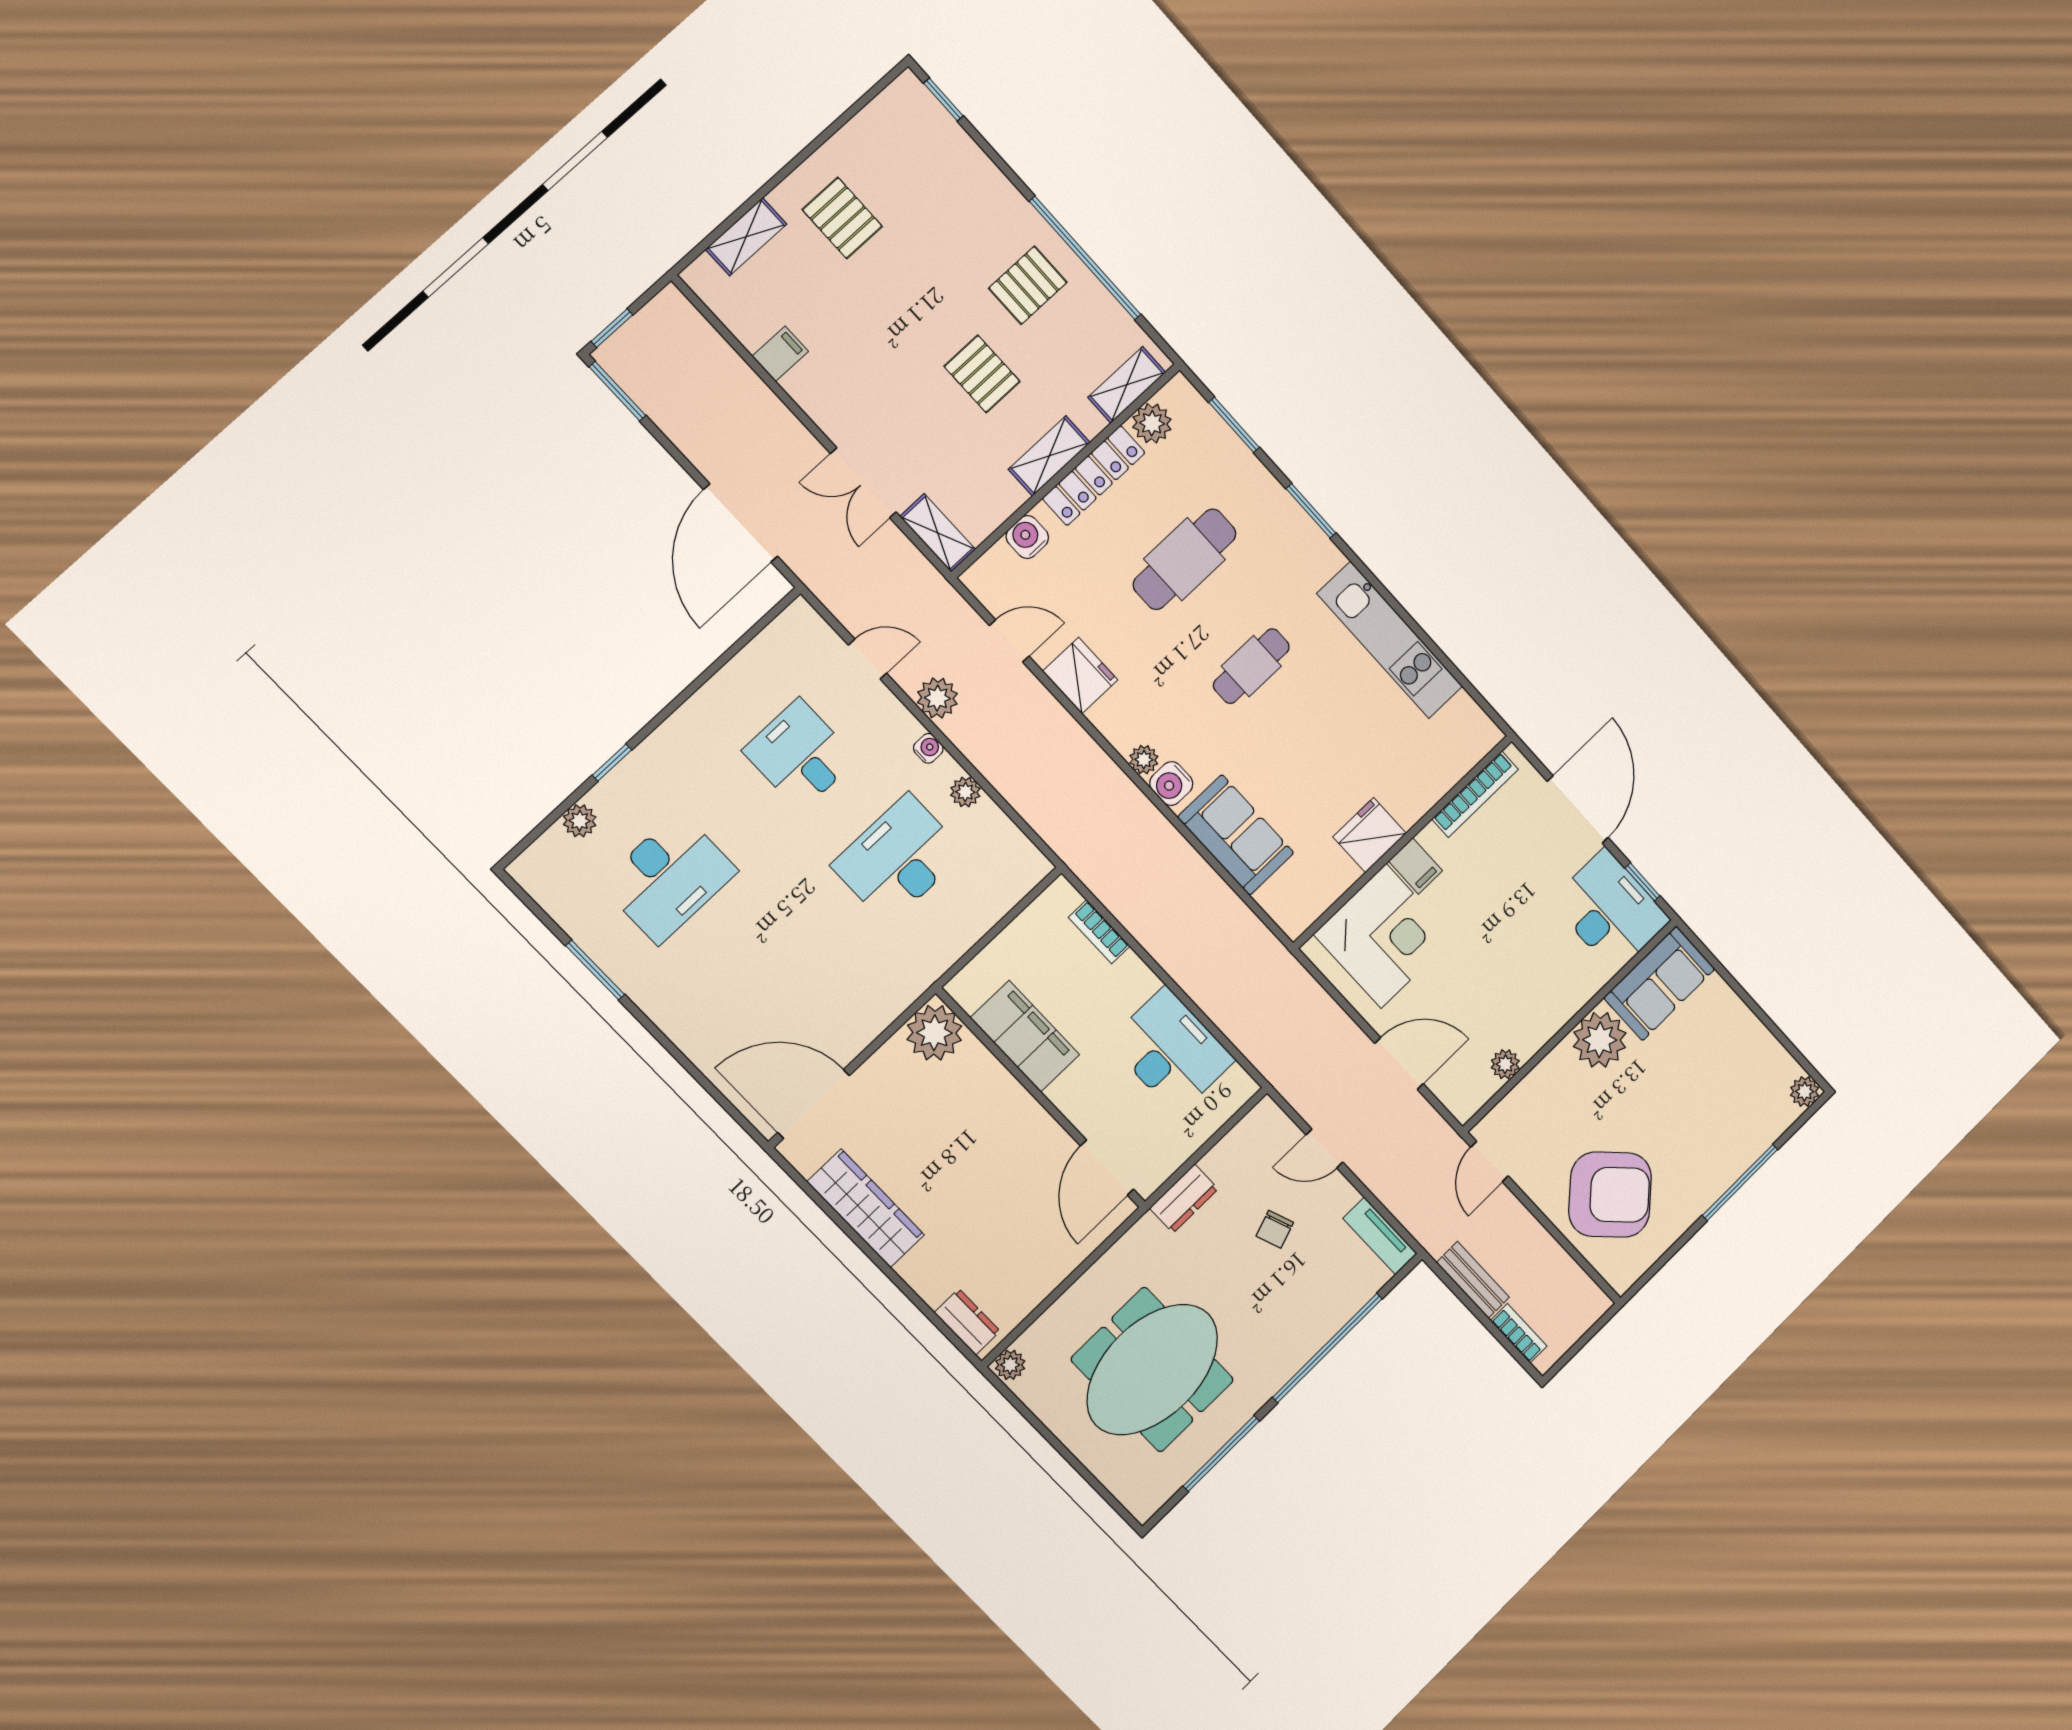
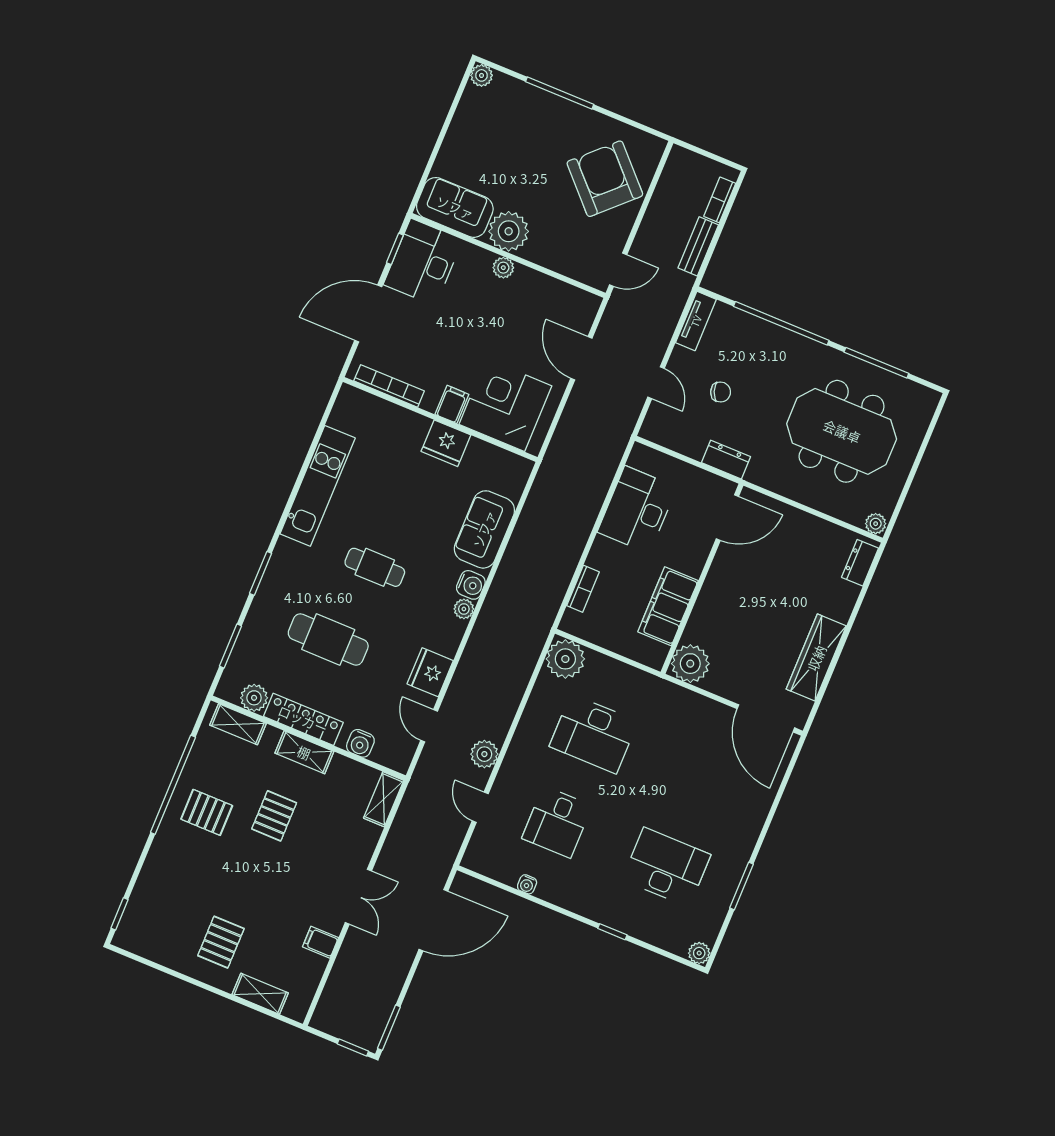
double door: (863, 483) -> (358, 897), moved
water cooler: (928, 748) -> (527, 884), moved, turned -90
plant: (965, 792) -> (565, 659), moved, width x1.87, depth x1.87
plant: (580, 821) -> (699, 953), moved
plant: (1505, 1064) -> (503, 268), moved

